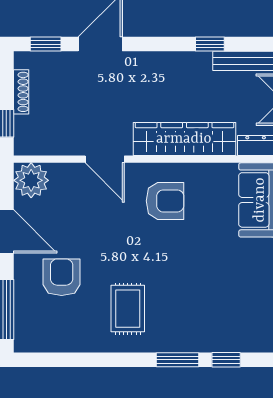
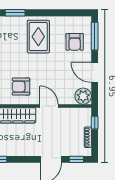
armchair: (62, 277) -> (75, 42), moved
rug: (128, 309) -> (38, 37), width x1.36, depth x1.43

